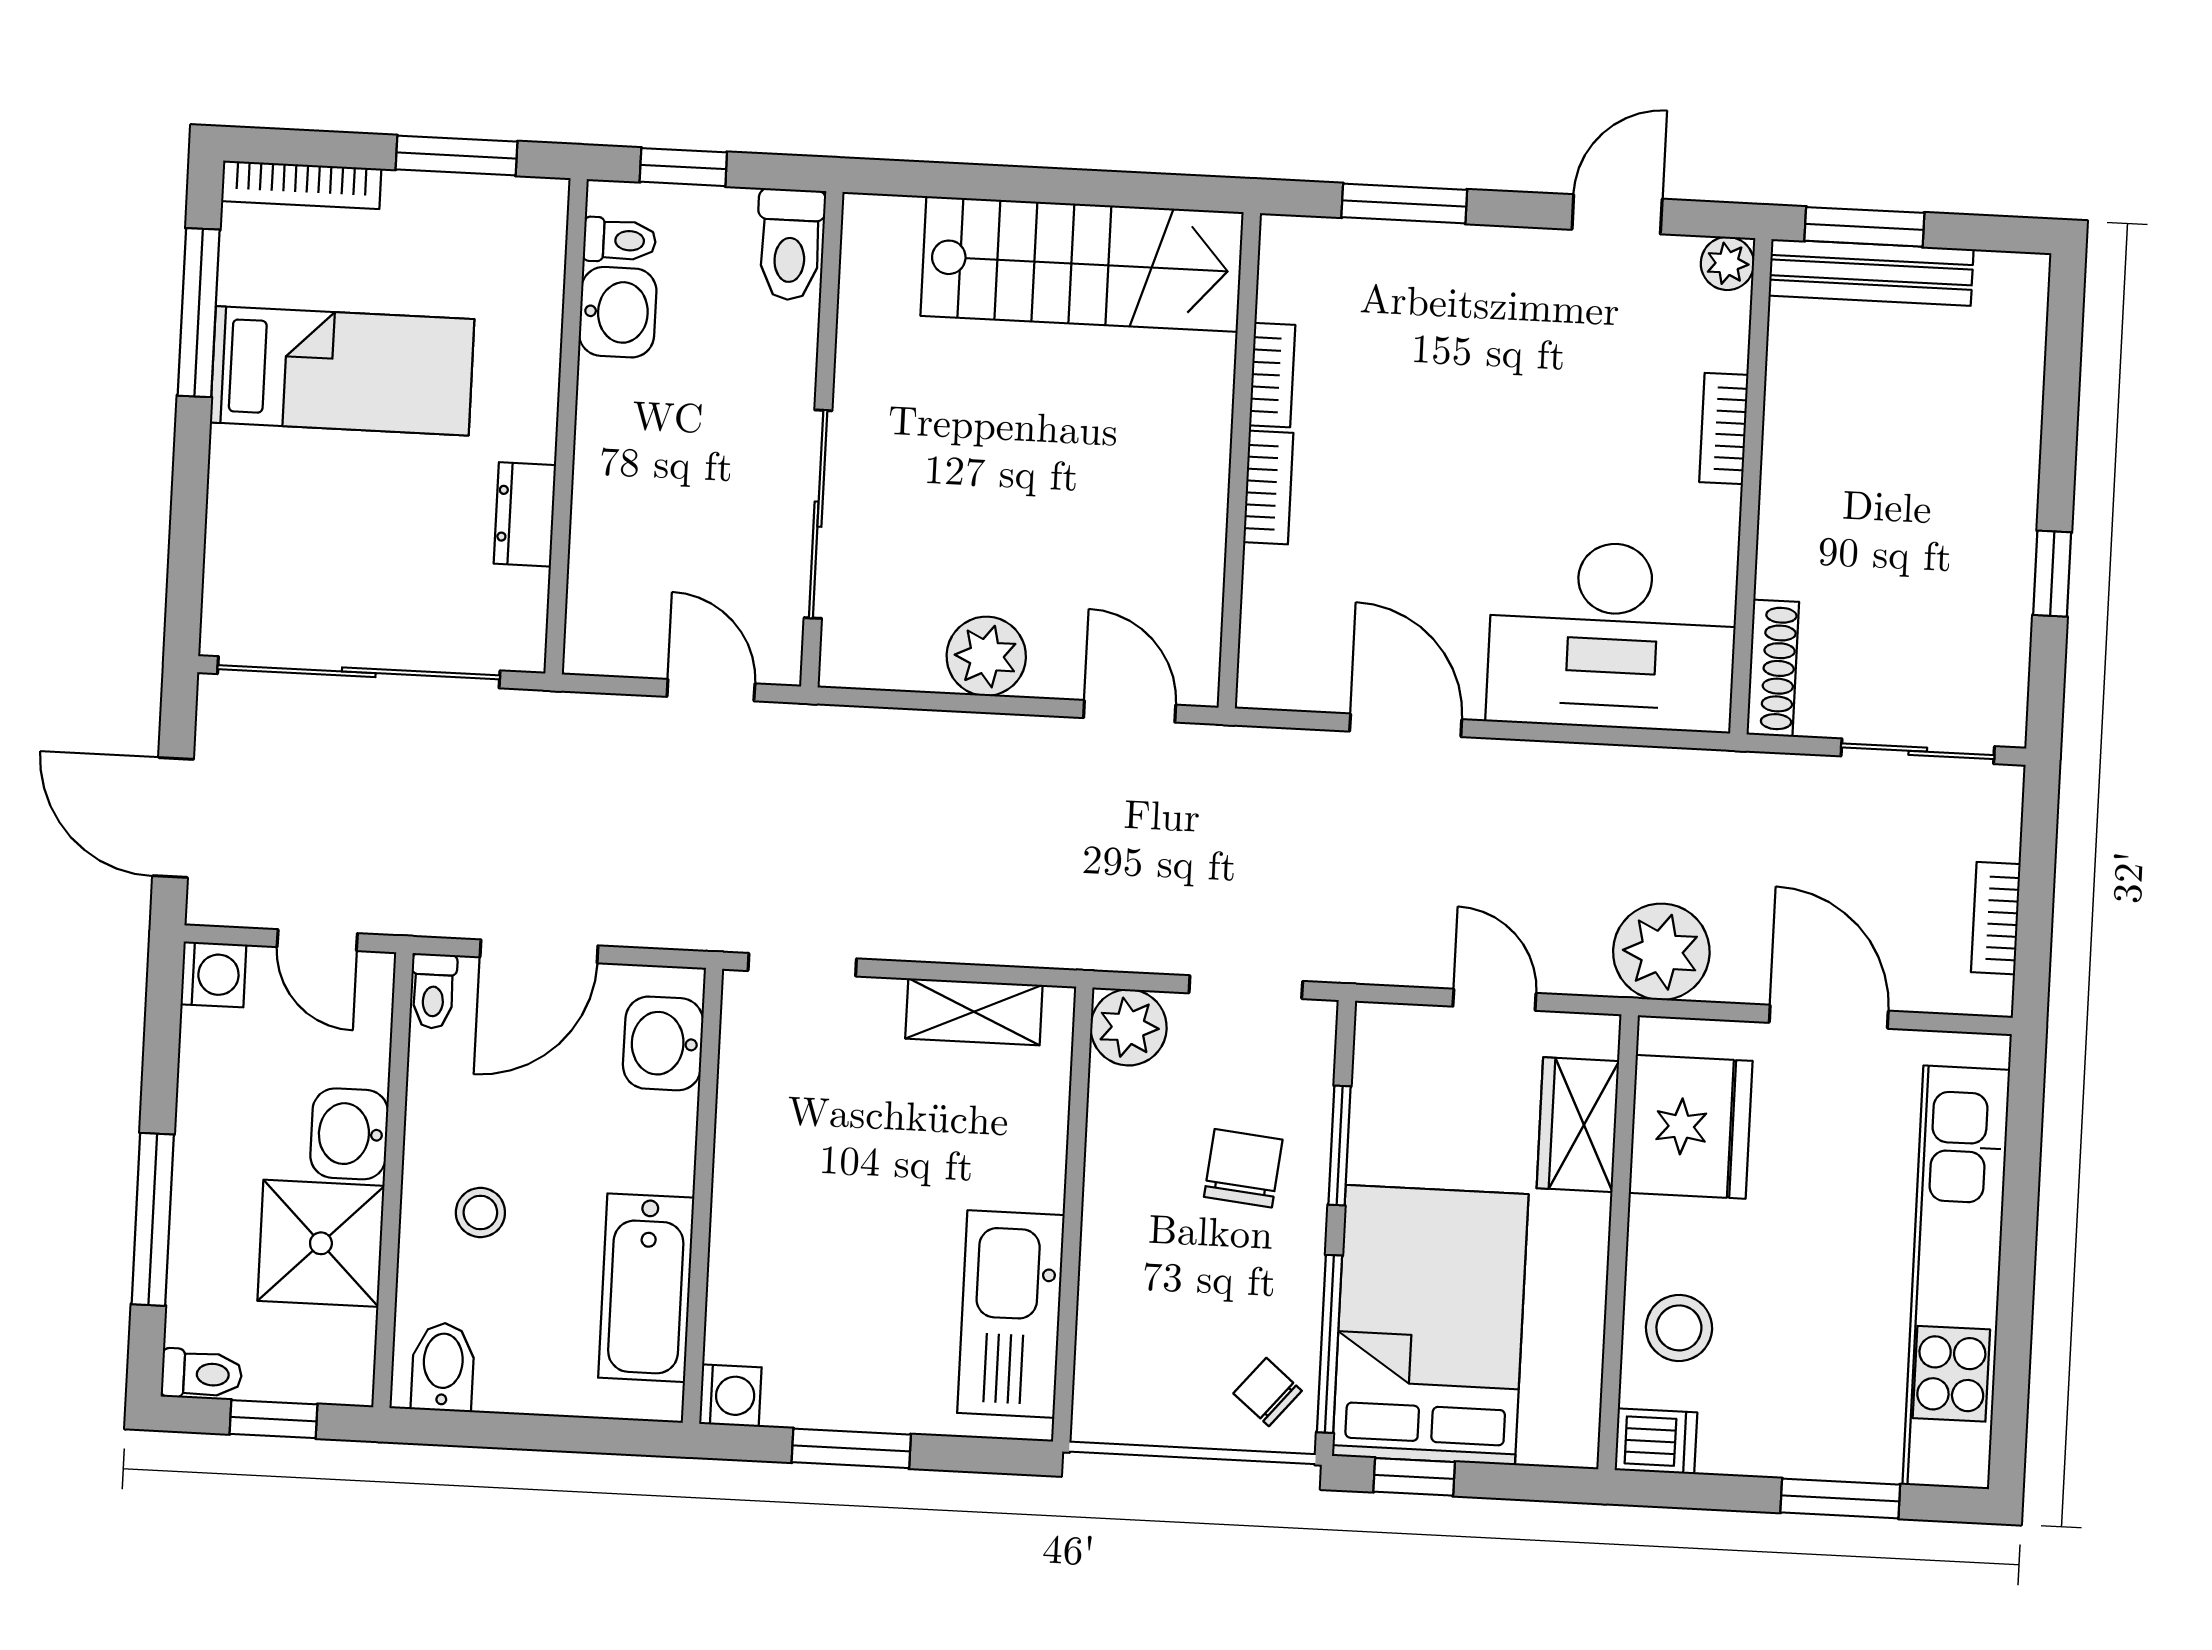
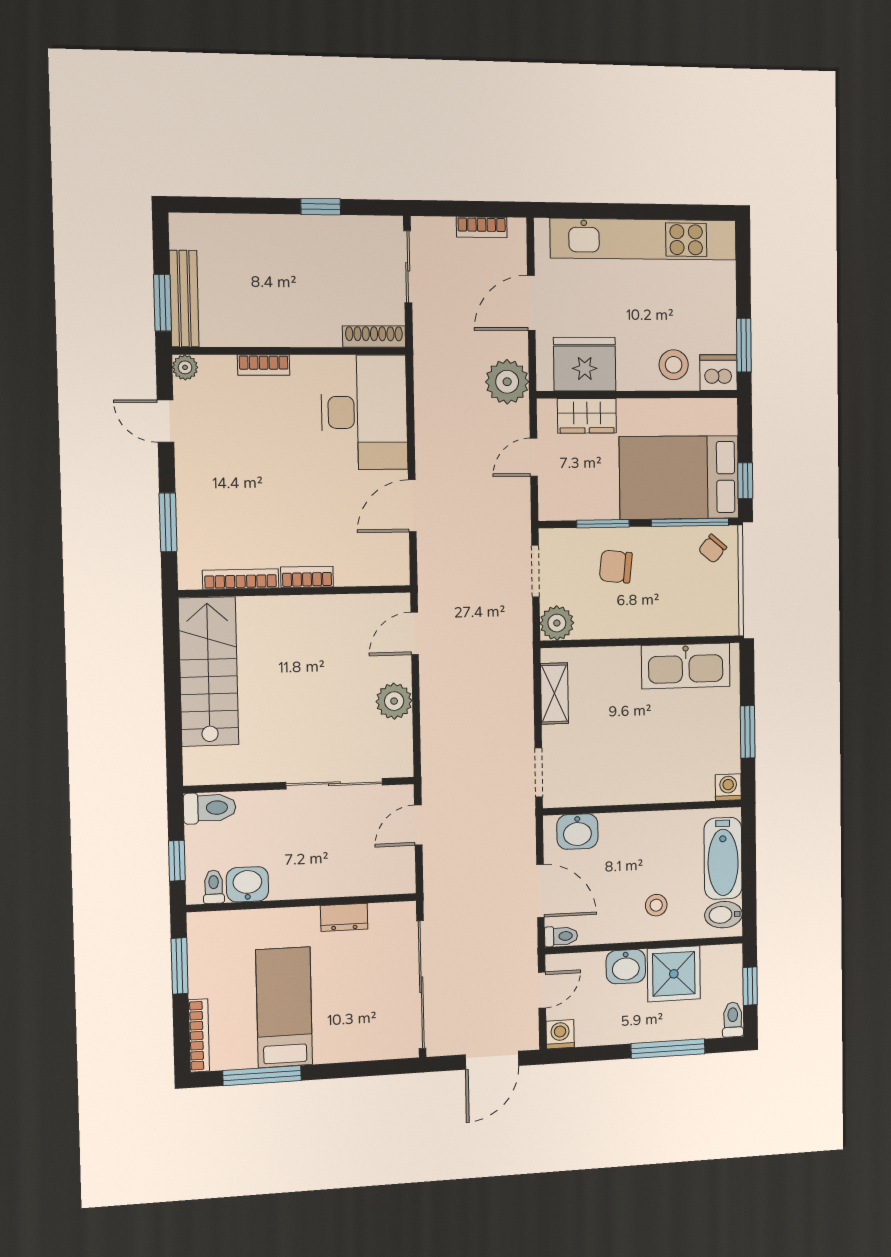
bookcase: (1272, 375) -> (241, 579), width x1.56
bathtub: (646, 1288) -> (723, 858), moved, turned 90
dishwasher: (1656, 1441) -> (718, 373), width x1.38
window: (1840, 1498) -> (744, 345), moved

